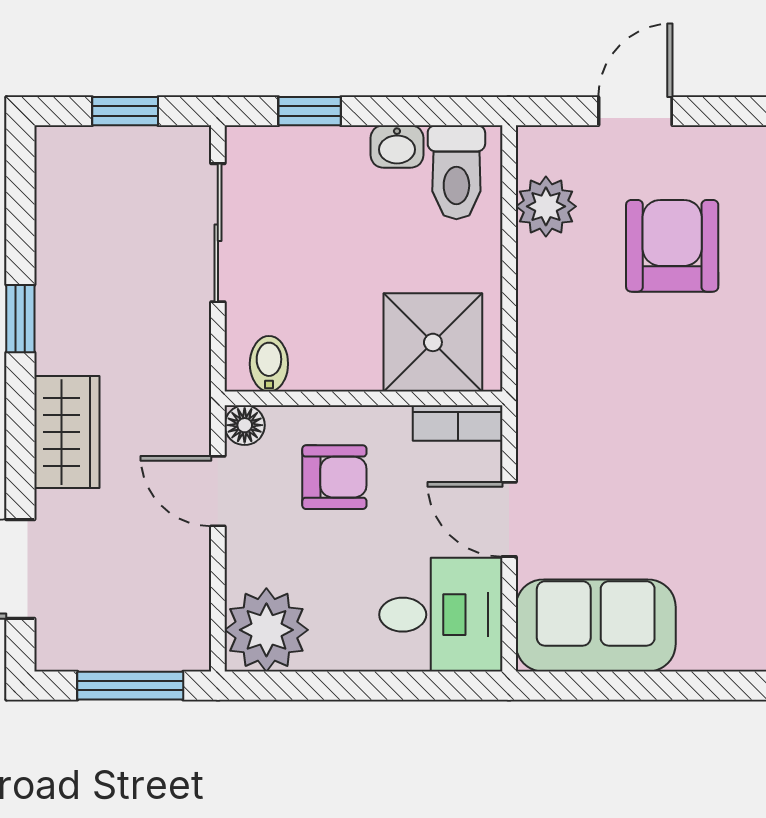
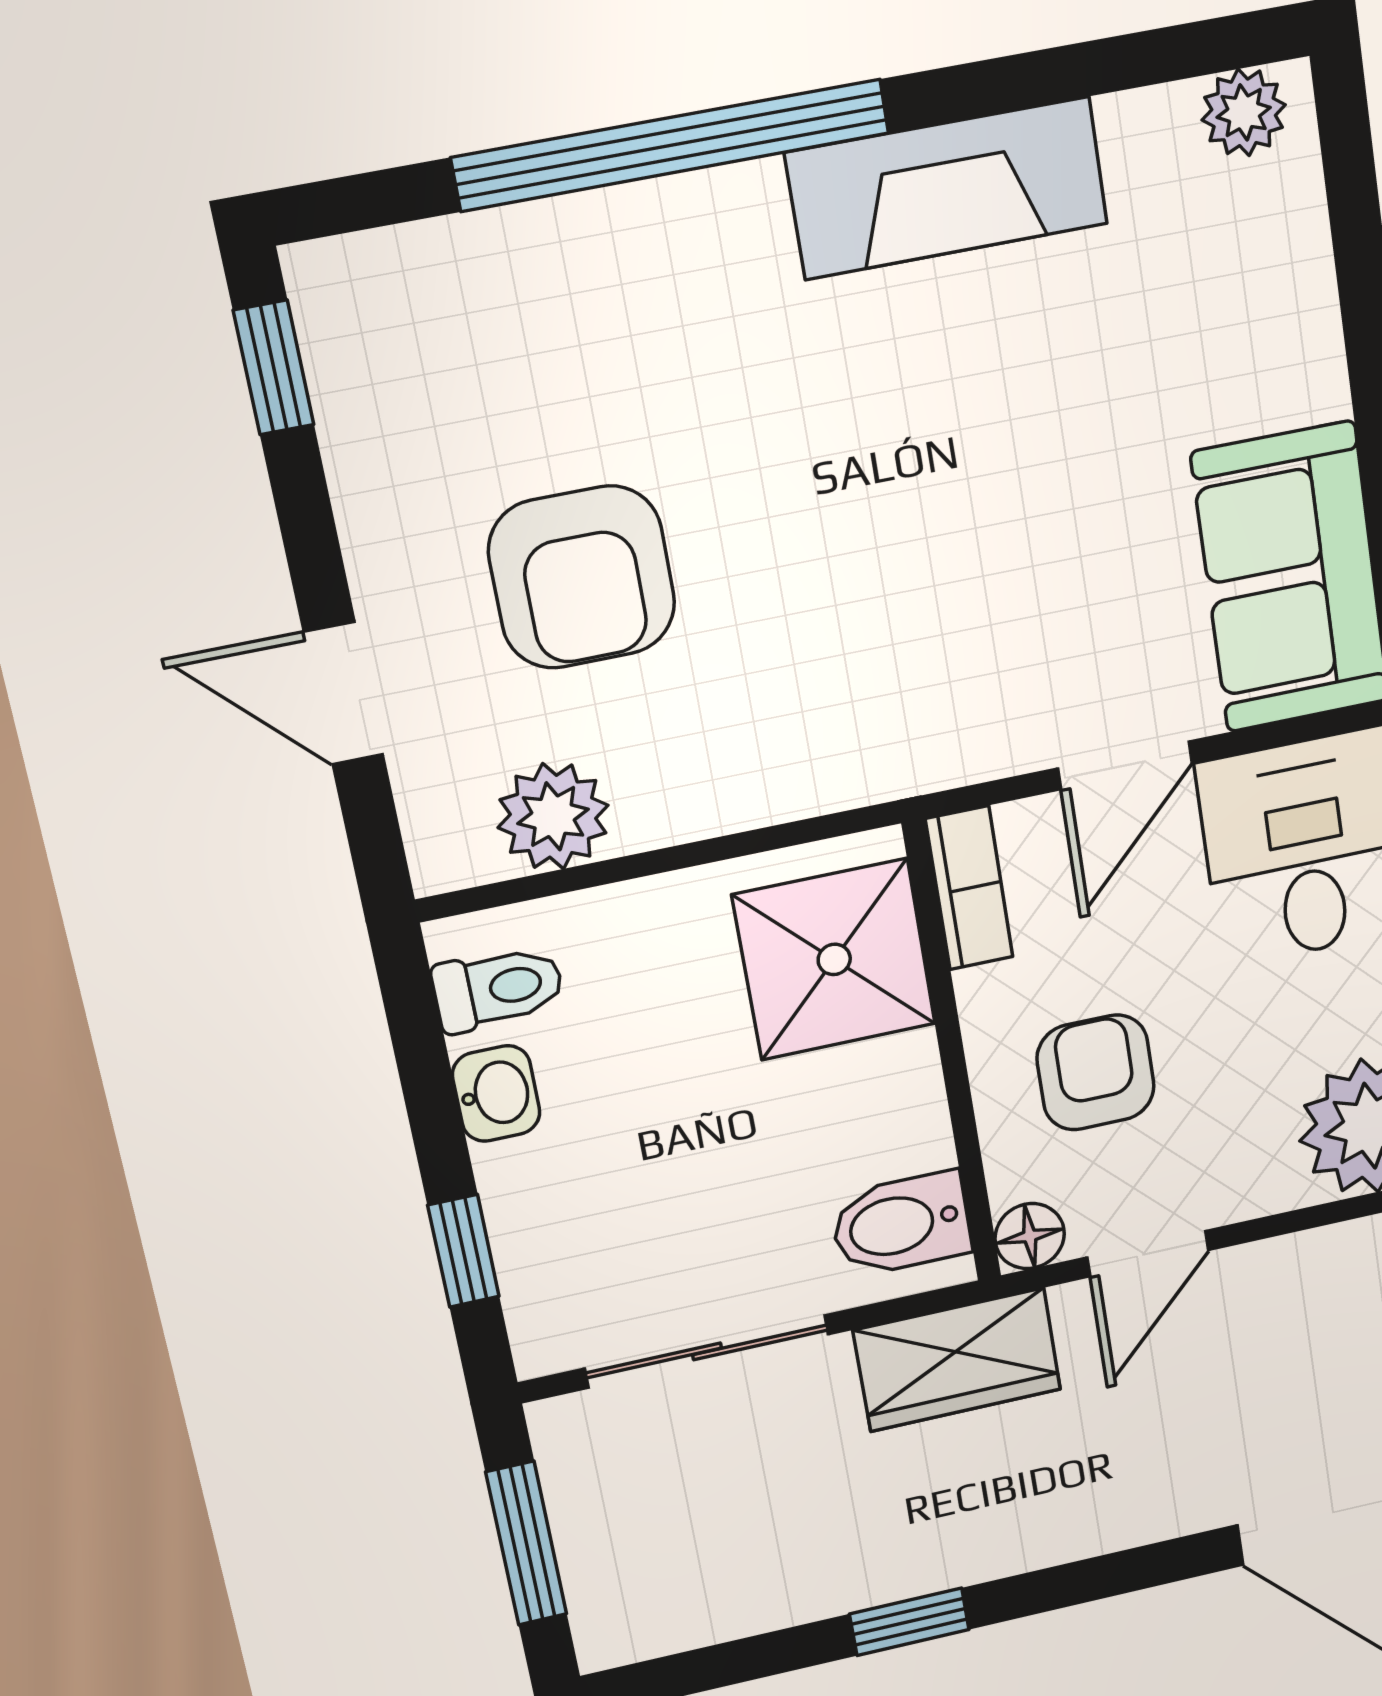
window: (125, 111) -> (526, 1543), width x1.50
toilet: (456, 172) -> (498, 988), width x0.73, depth x0.72
armchair: (672, 246) -> (582, 577), turned -90
bidet: (269, 364) -> (901, 1224), width x1.38, depth x1.36
wardrobe: (67, 432) -> (957, 1360), moved, turned 180

